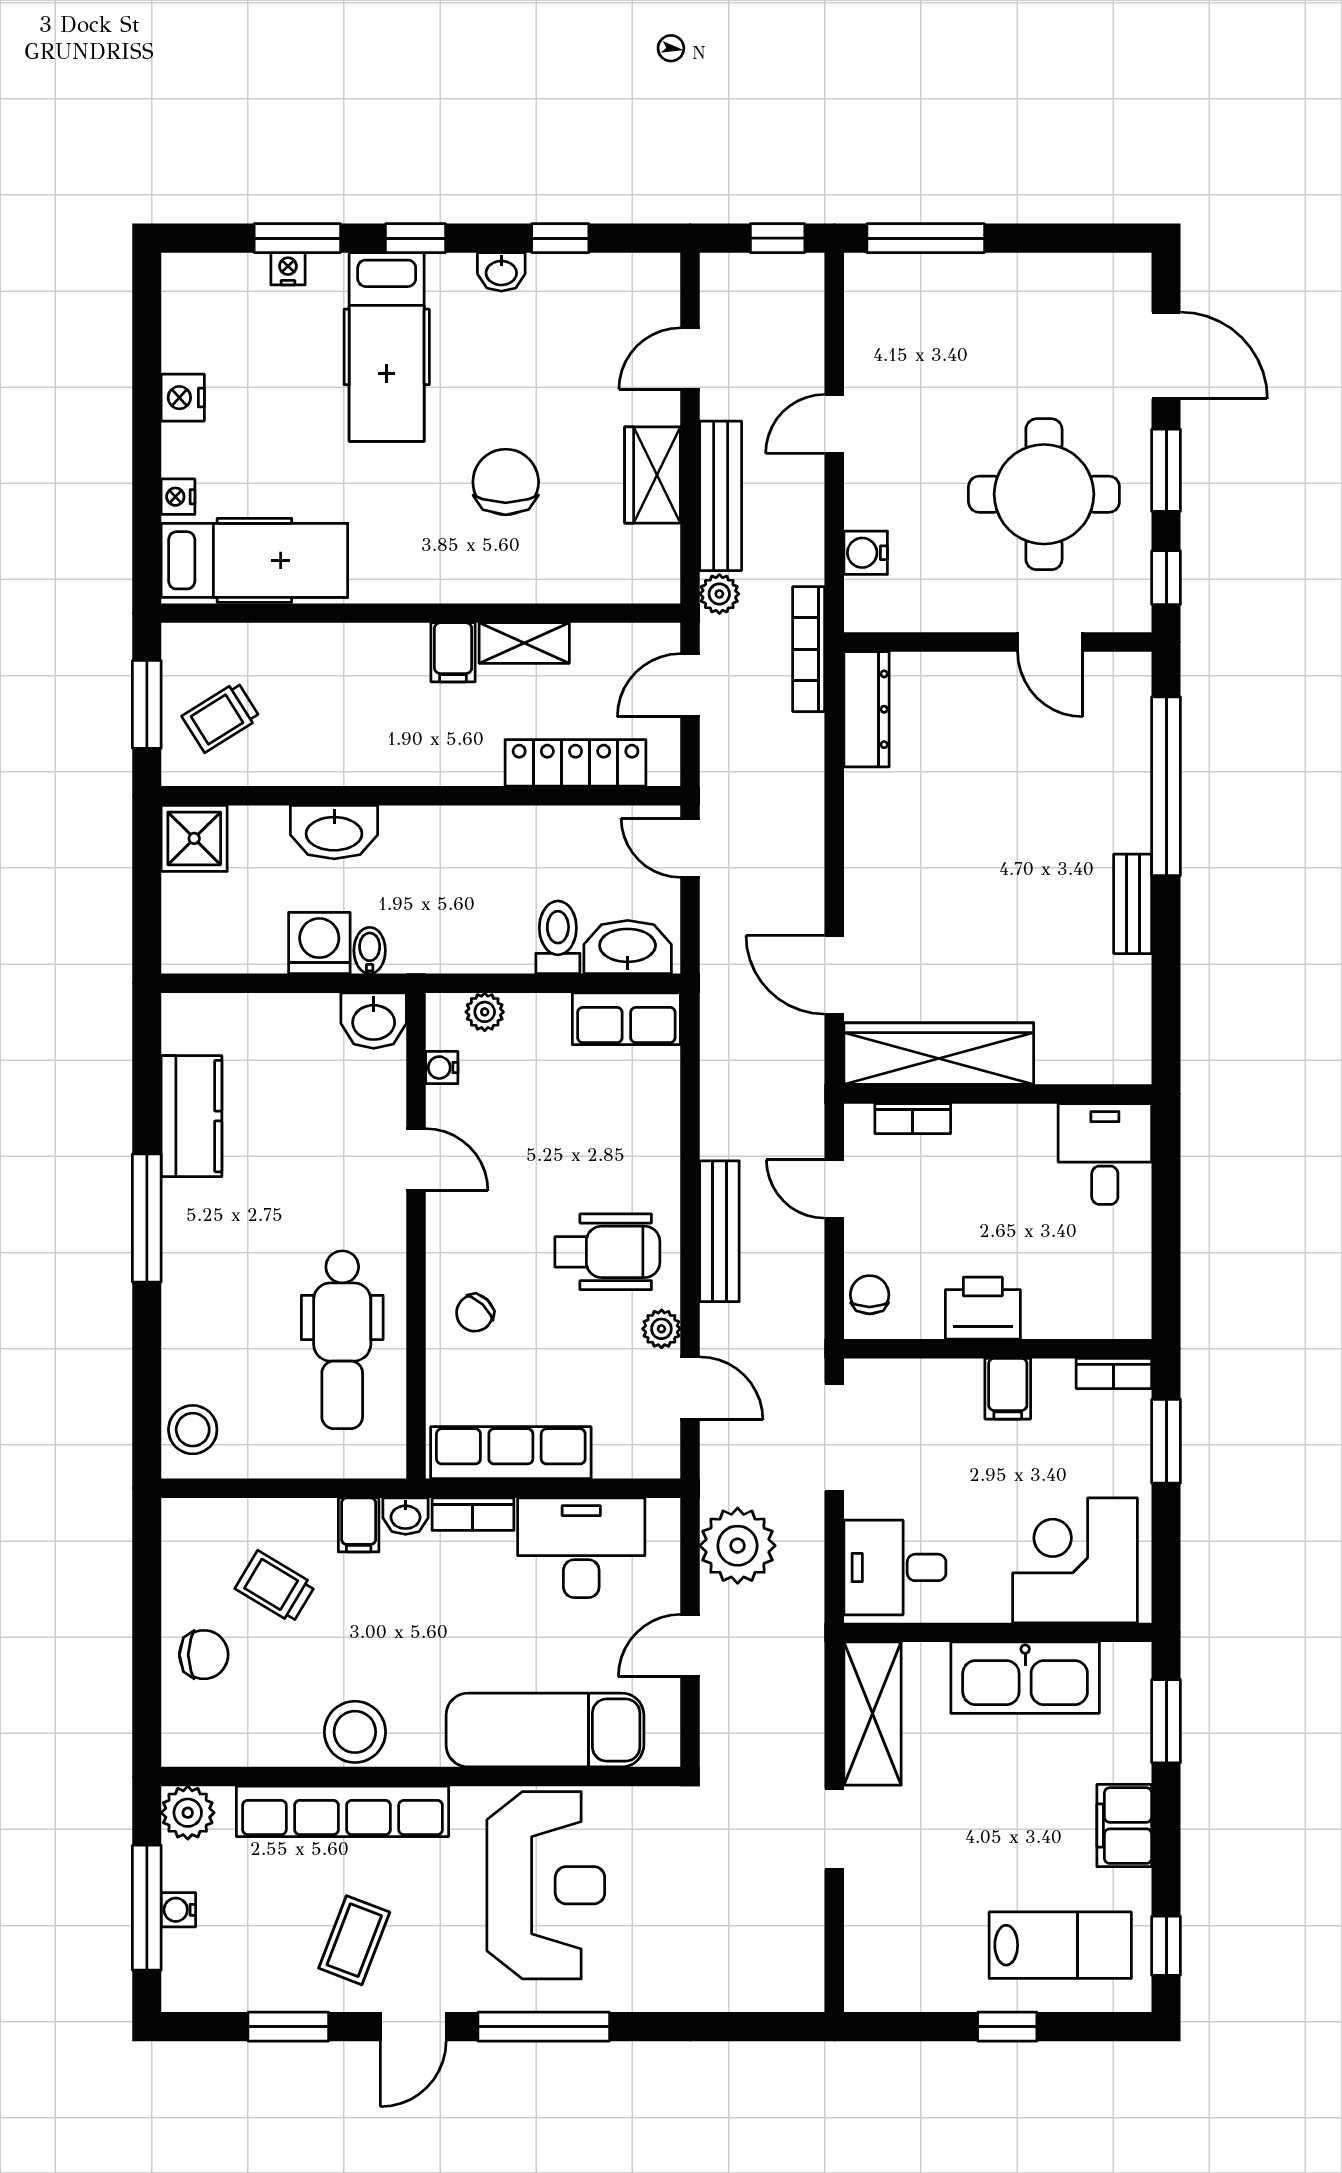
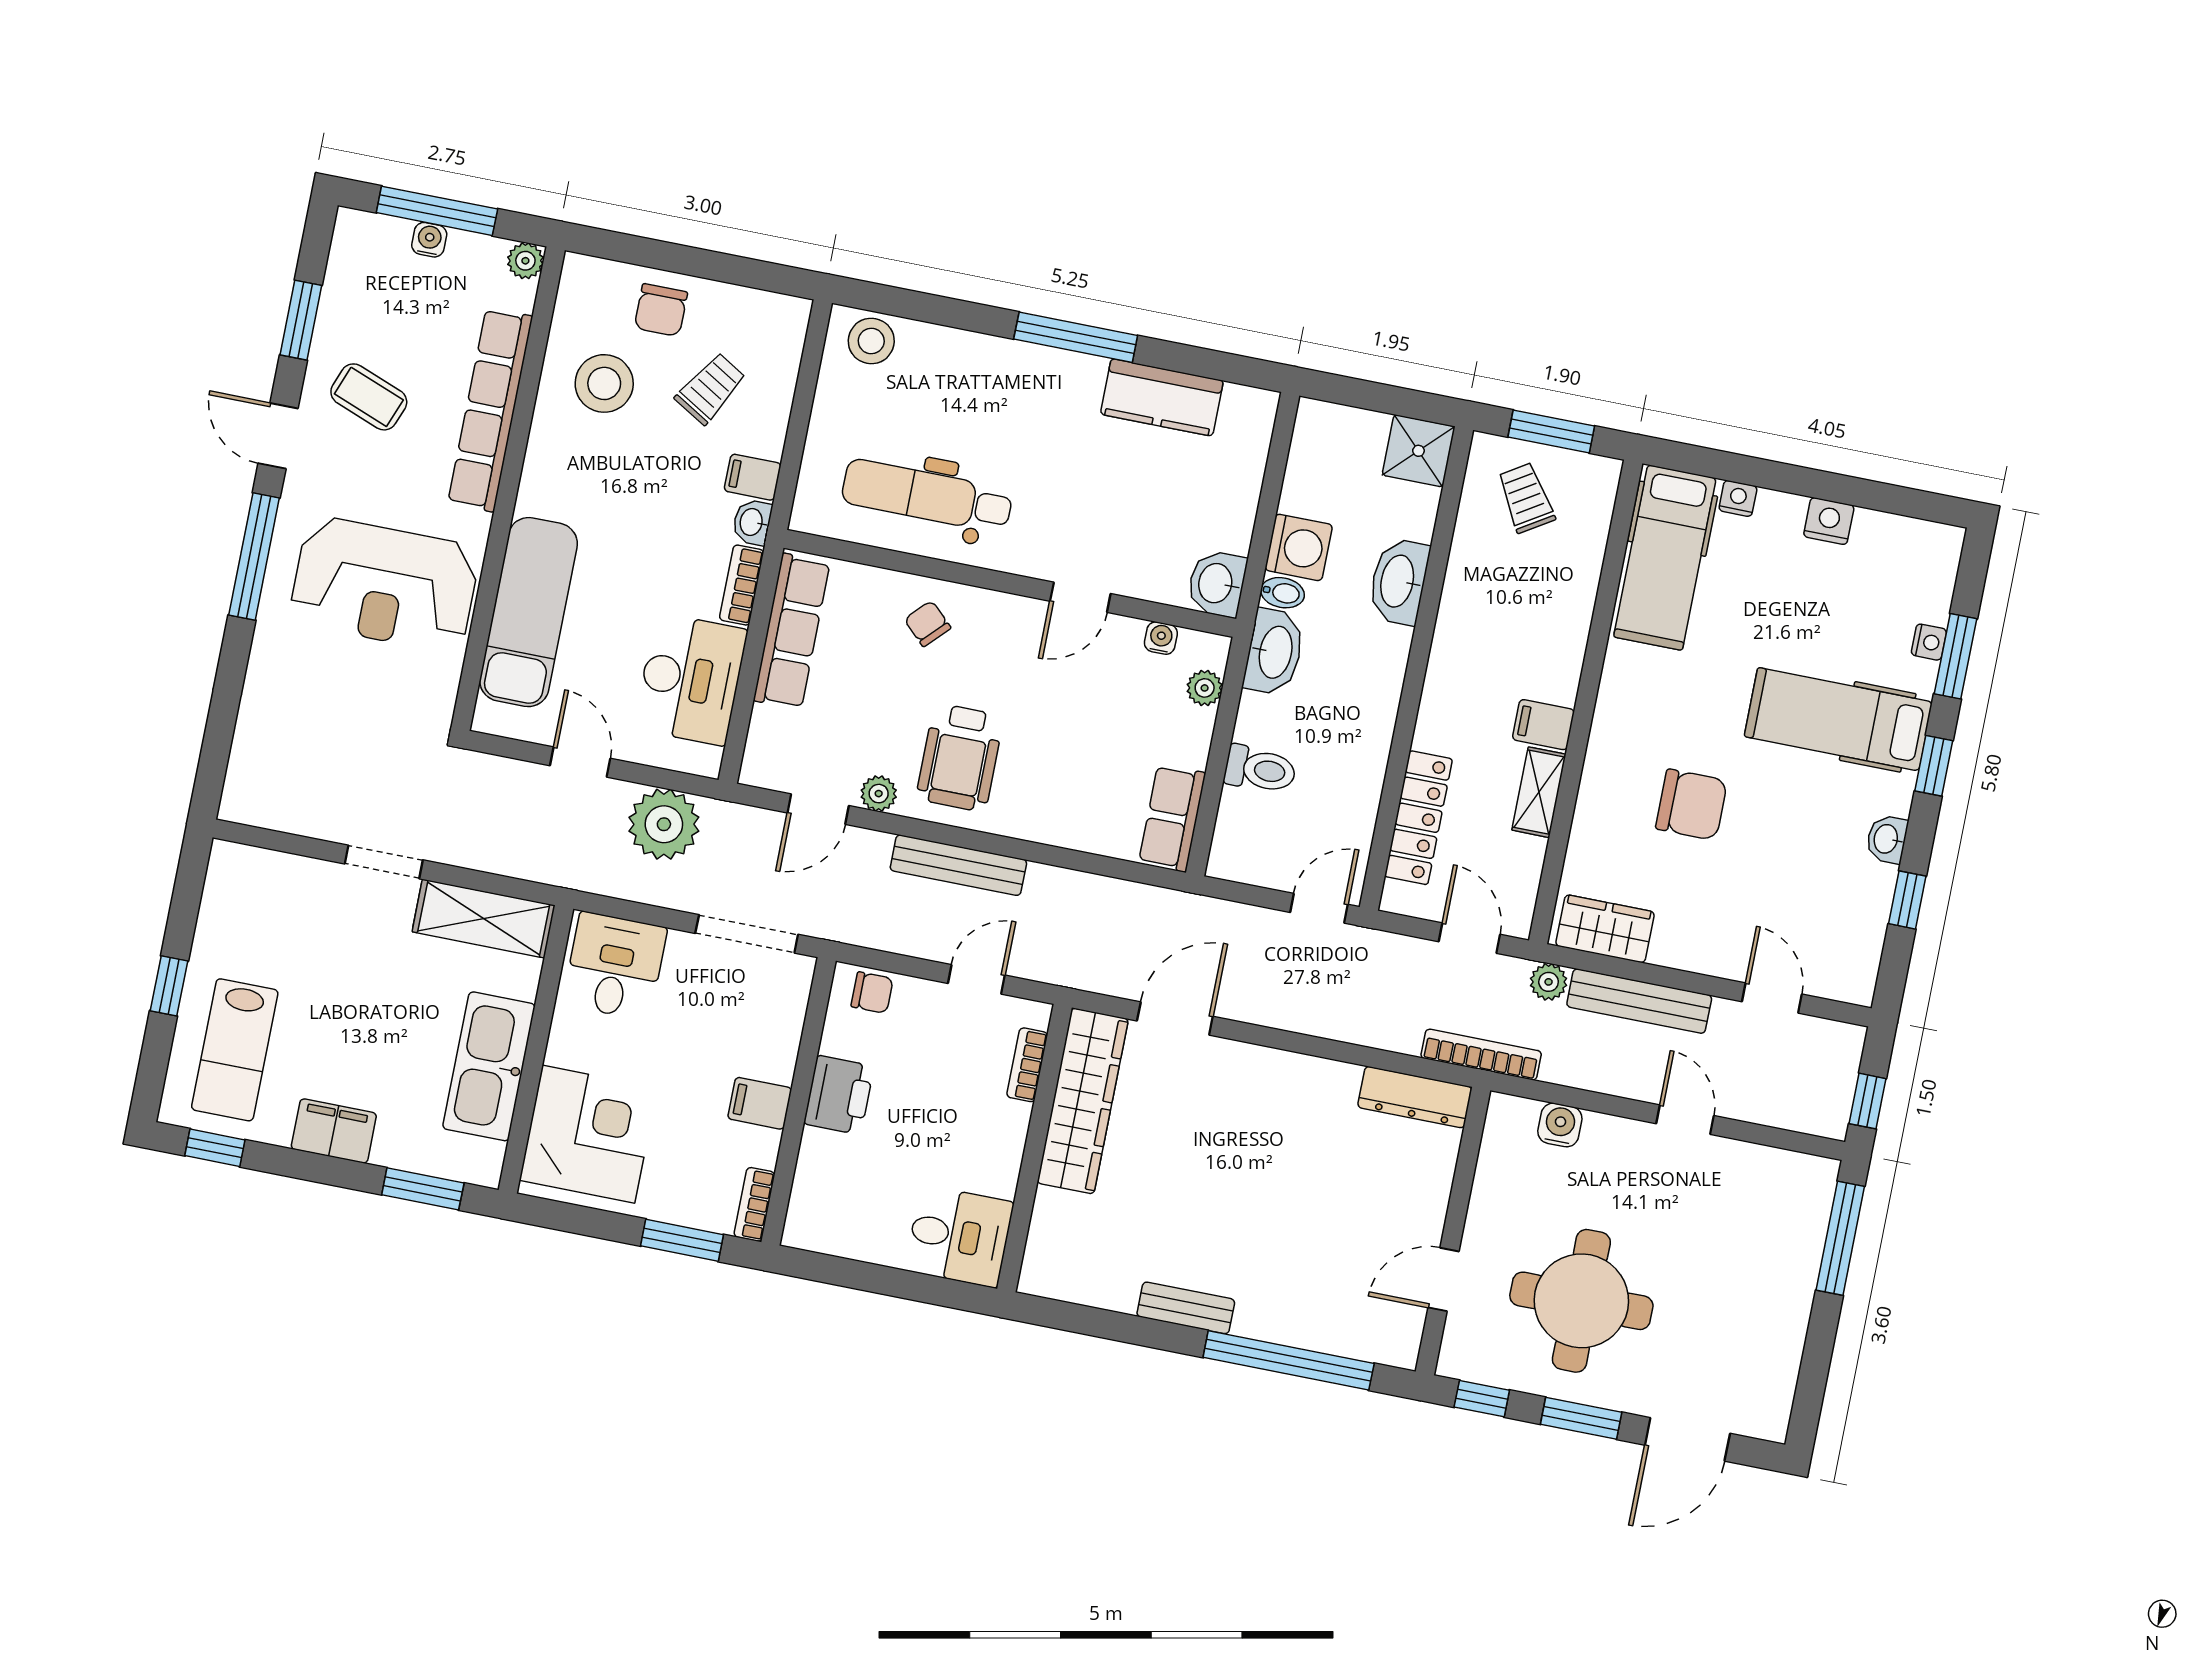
wardrobe: (653, 475) -> (1605, 929), moved
washbasin: (628, 947) -> (1274, 652), moved
stool: (355, 1732) -> (604, 383), moved
plant: (188, 1813) -> (525, 261), width x0.73, depth x0.73

